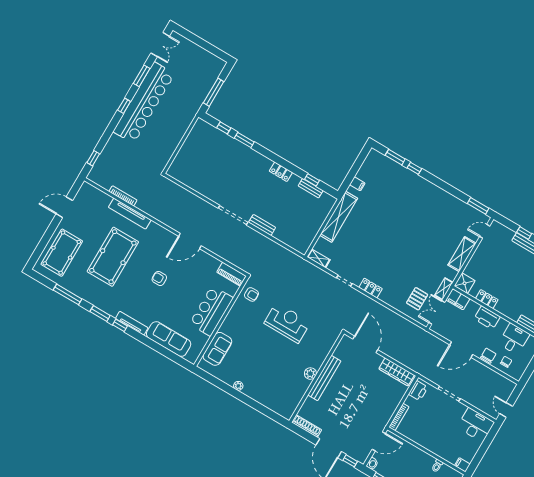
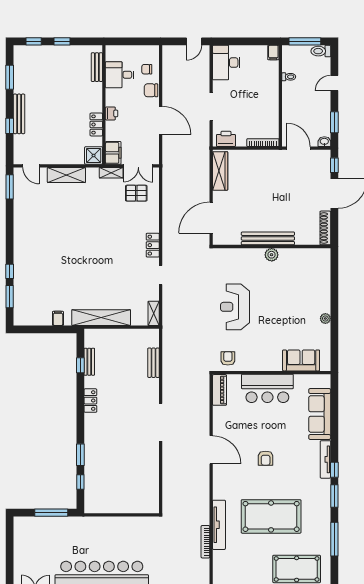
bench: (262, 225) -> (154, 363), moved
printer: (487, 318) -> (112, 113), width x0.53, depth x0.68

